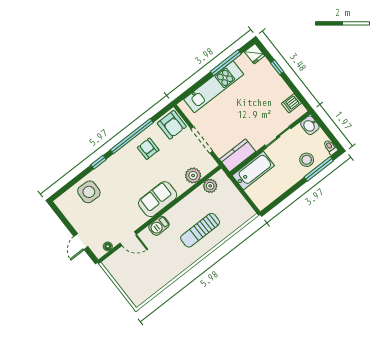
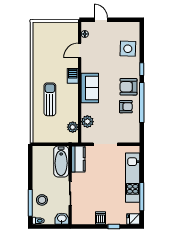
dishwasher: (291, 103) -> (101, 218), moved
armchair: (172, 125) -> (128, 87), moved

